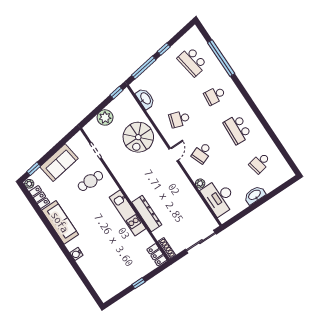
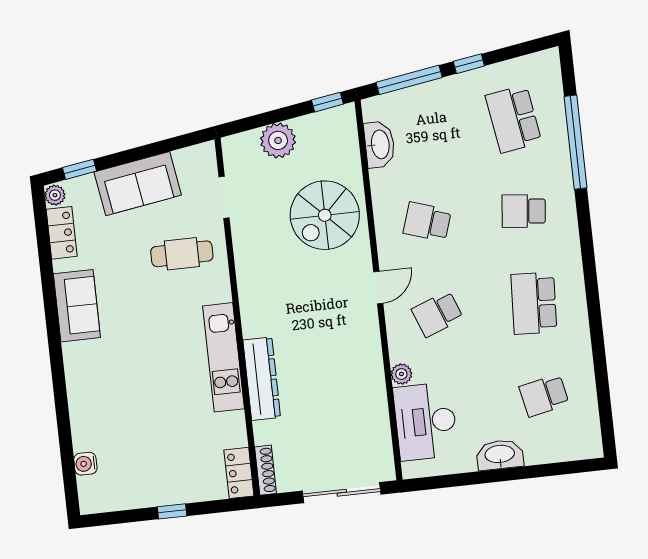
sofa: (60, 222) -> (77, 306), width x0.73
water cooler: (76, 254) -> (85, 464), moved

